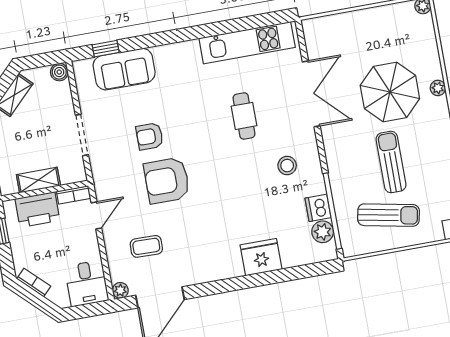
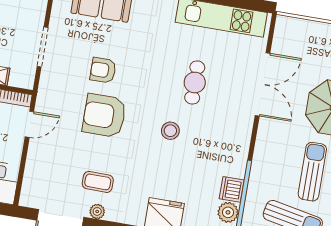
stool: (287, 166) -> (170, 131), moved
coffee table: (146, 246) -> (98, 182), moved
plant: (120, 290) -> (97, 211), moved

